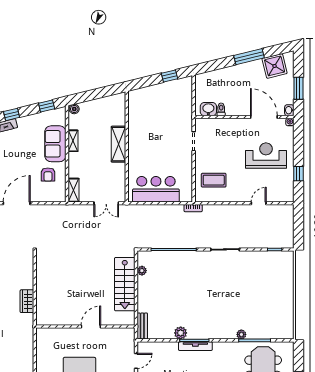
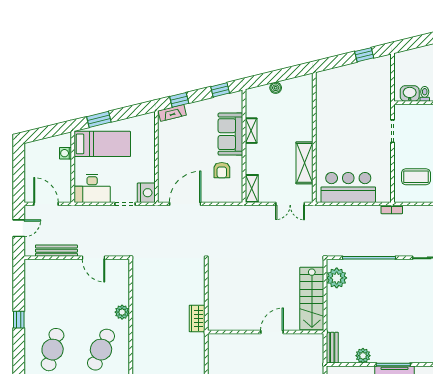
boiler: (74, 109) -> (276, 88), moved
shelving: (118, 144) -> (304, 163), moved
plant: (142, 271) -> (337, 278), width x1.87, depth x1.87
wall: (85, 327) -> (266, 332), moved
door: (91, 327) -> (272, 332), moved
plant: (181, 333) -> (363, 356), moved

